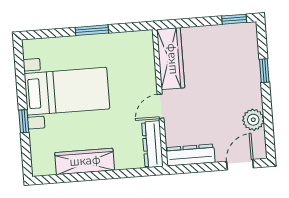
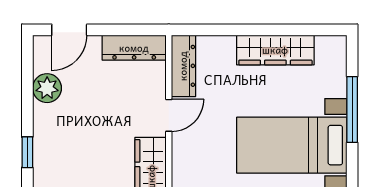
window: (24, 121) -> (352, 110), width x2.17

